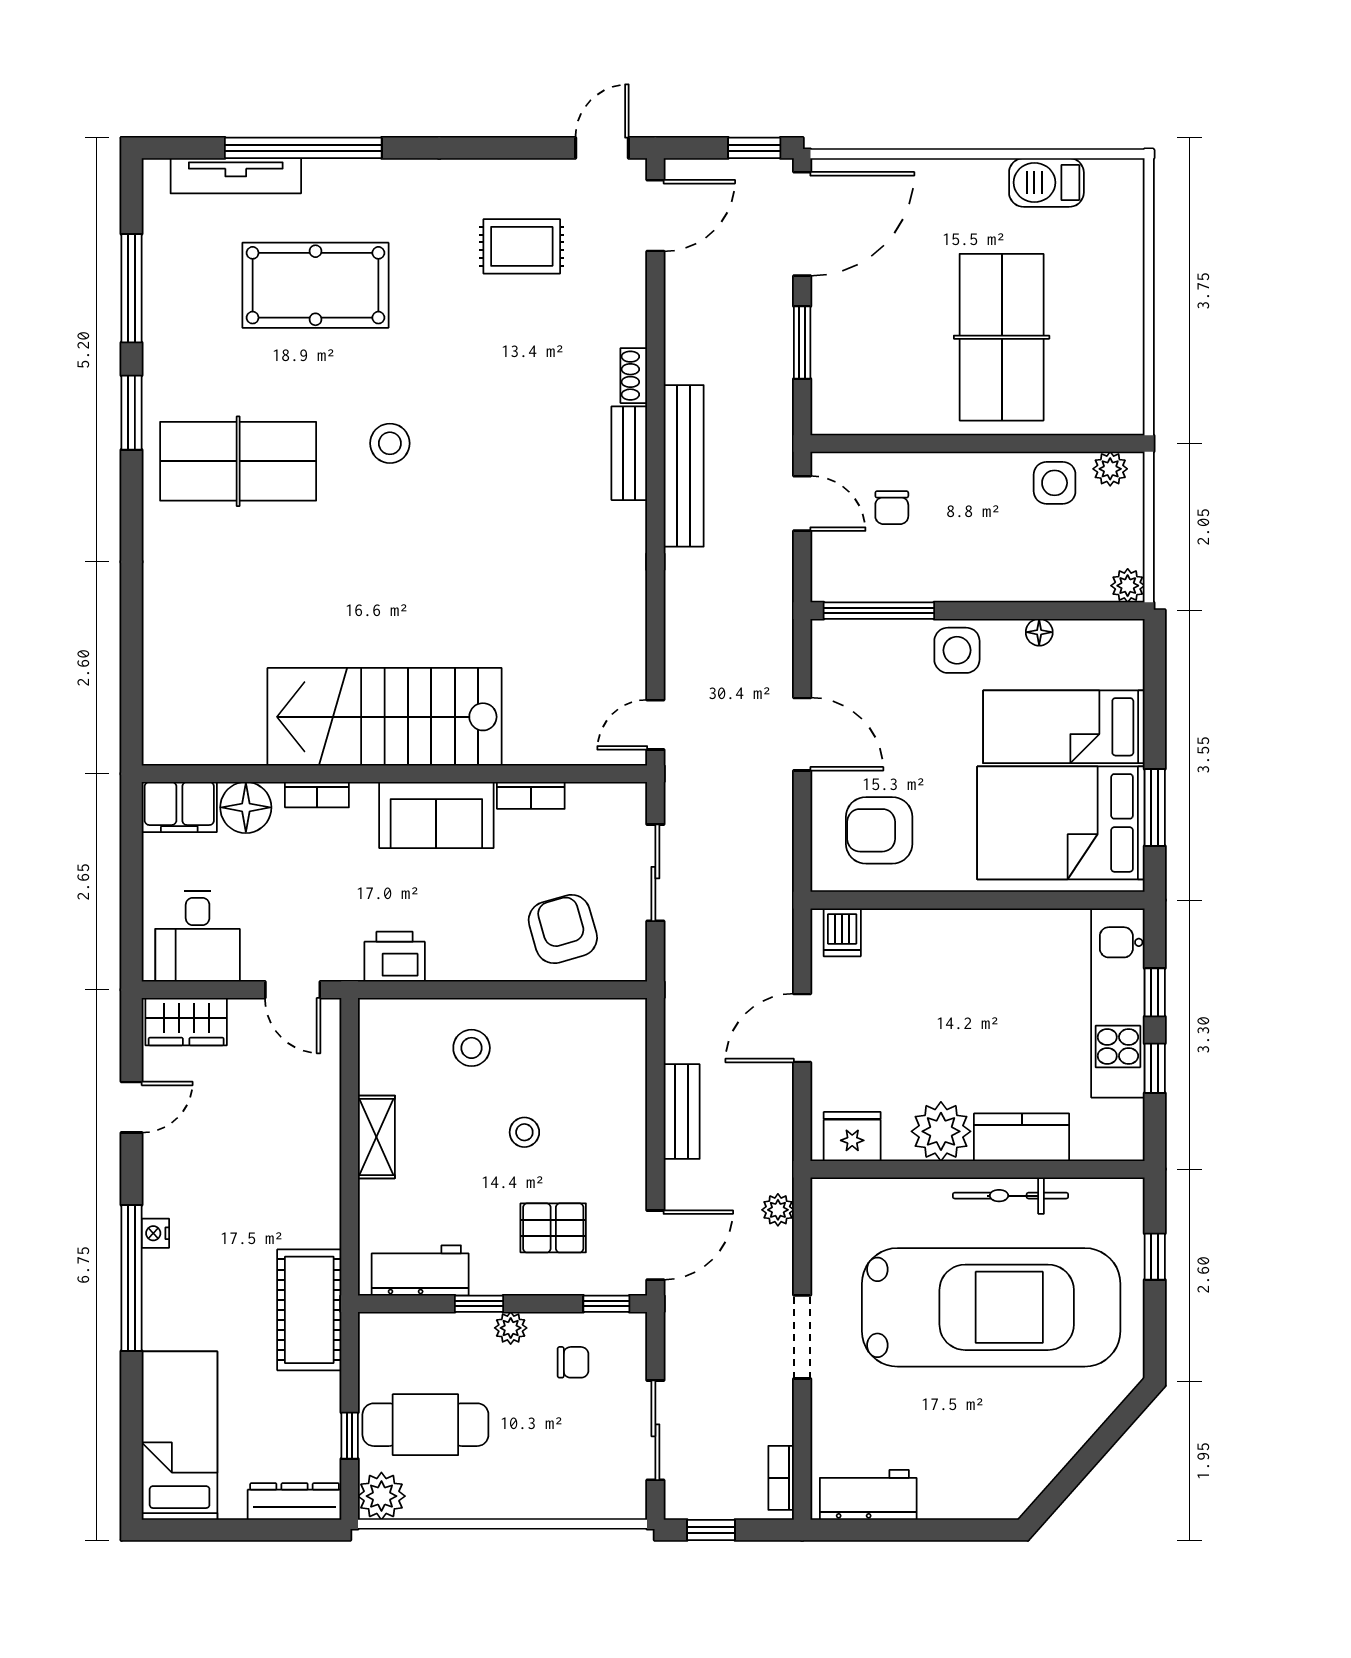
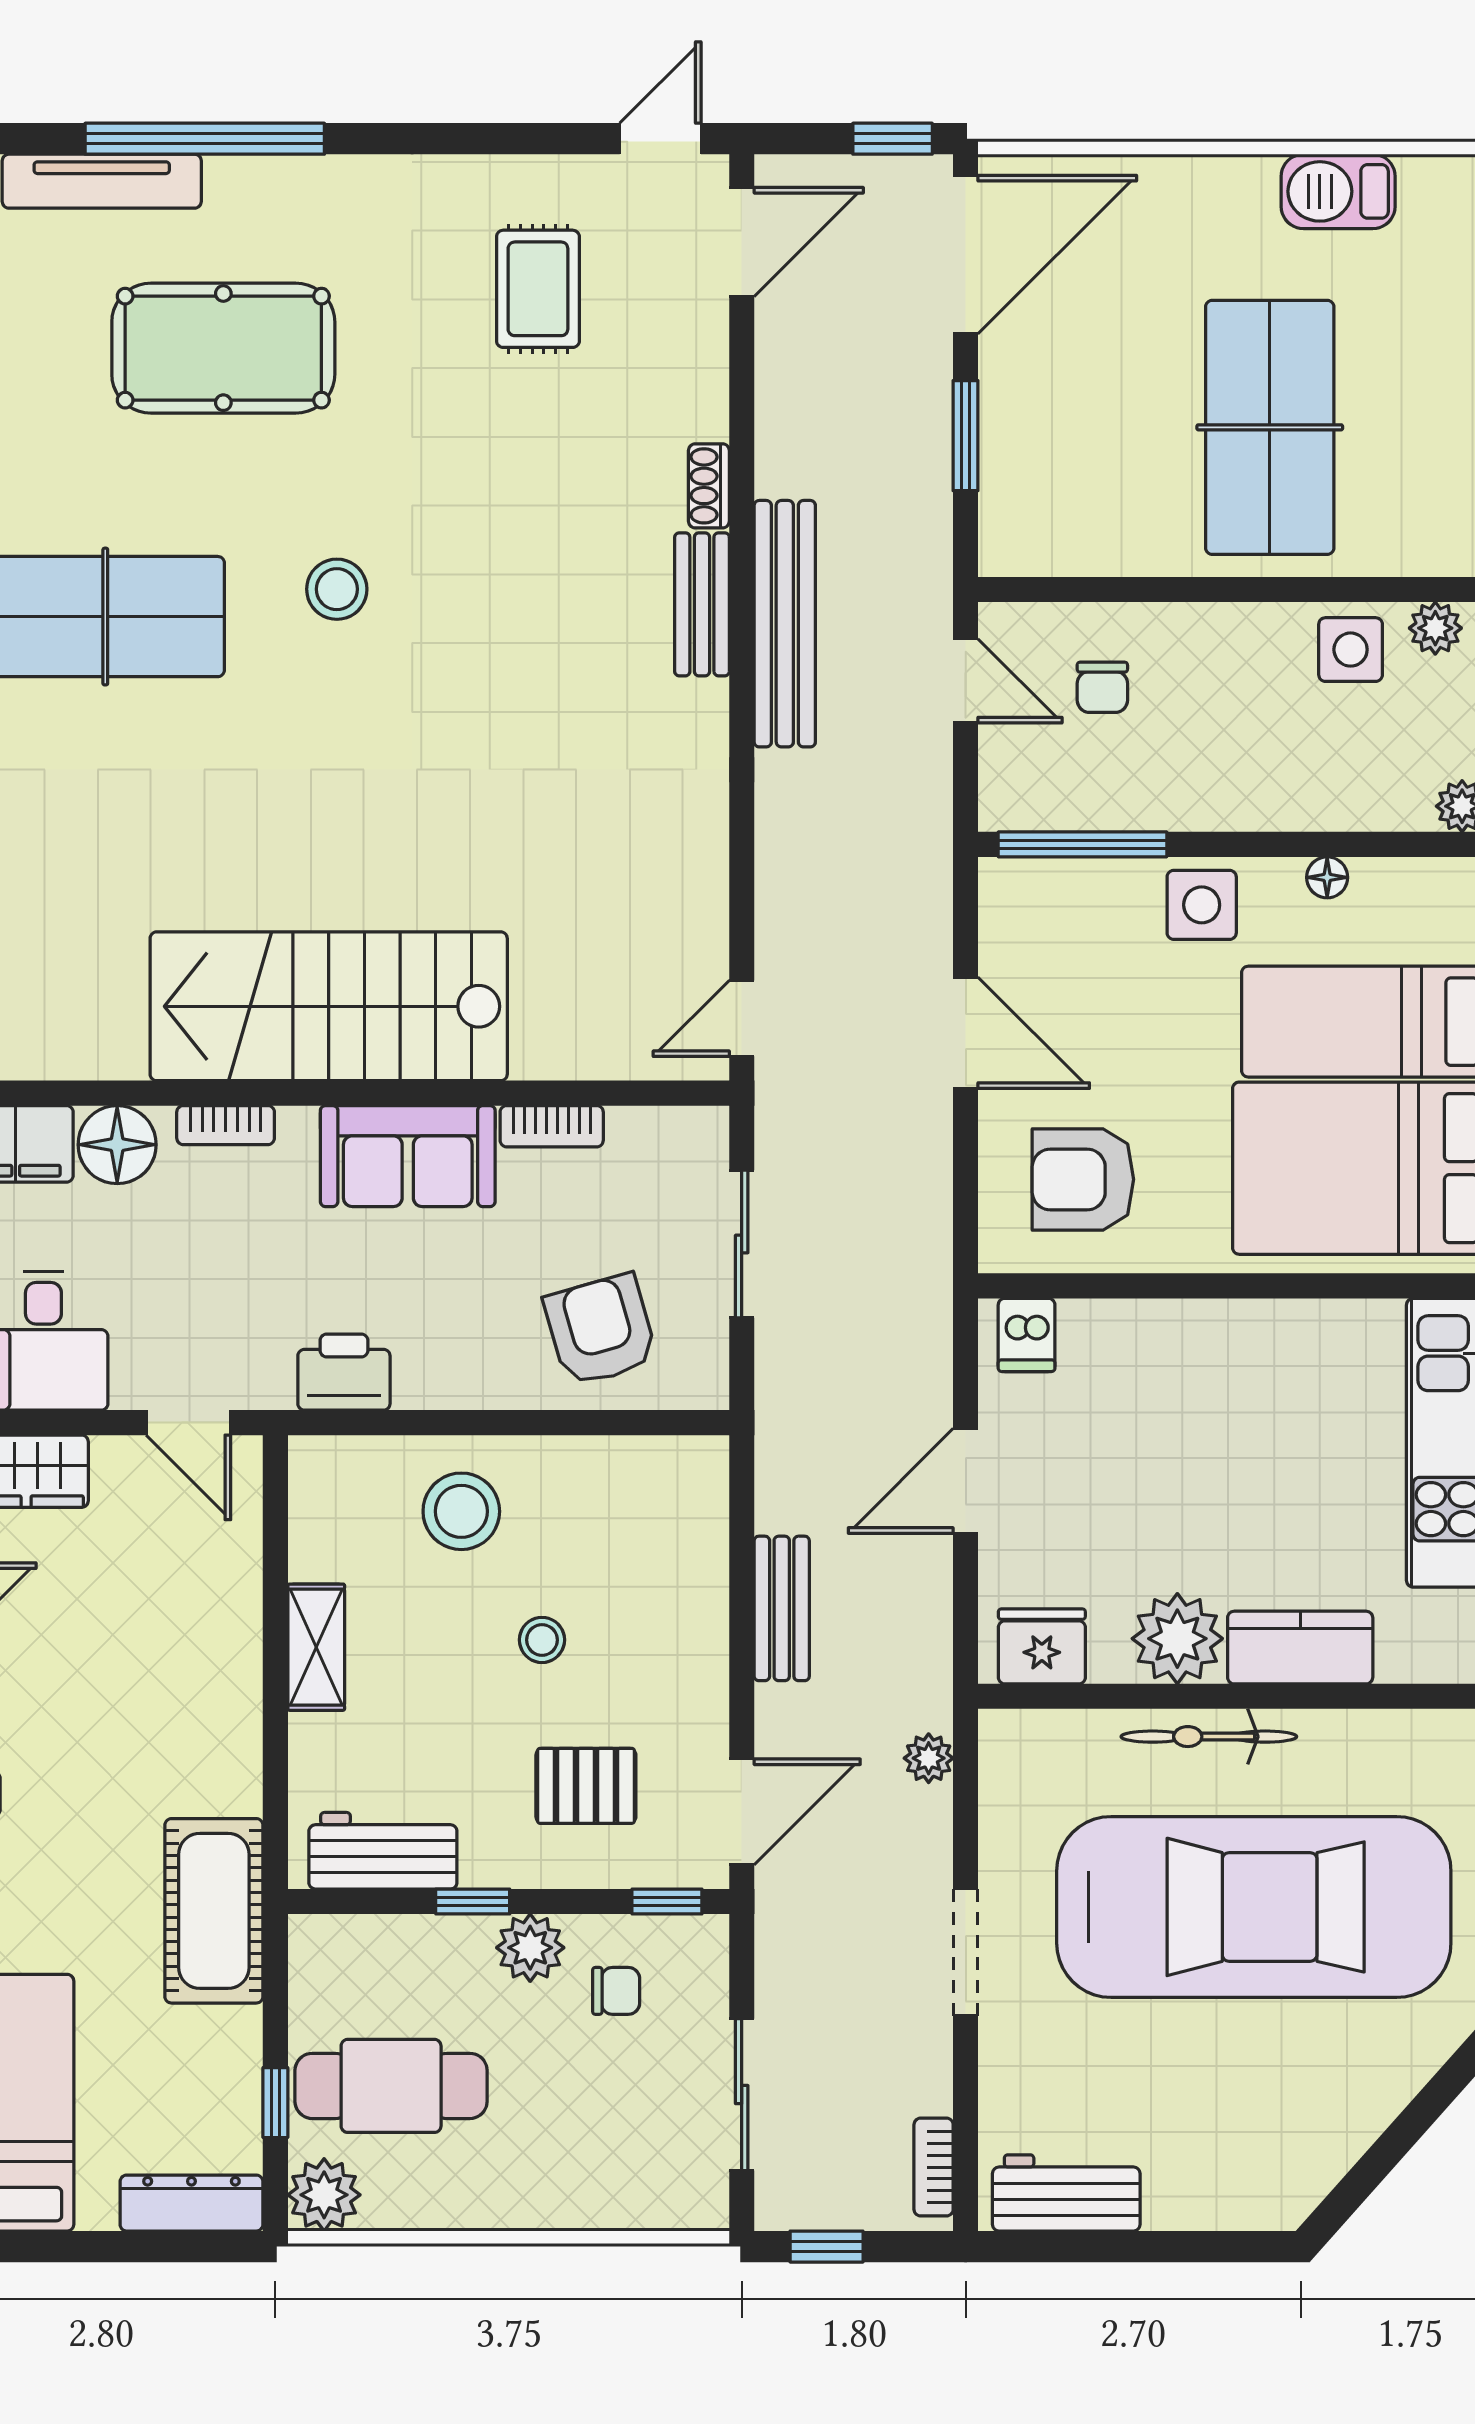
rug: (522, 246) -> (538, 289), turned 90
stool: (472, 1048) -> (461, 1511), width x1.38, depth x1.38
bicycle: (1011, 1196) -> (1209, 1737), moved
plant: (511, 1328) -> (530, 1948), width x1.38, depth x1.38

